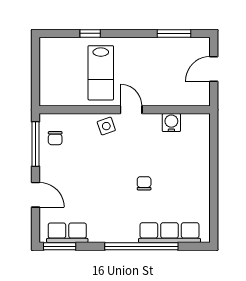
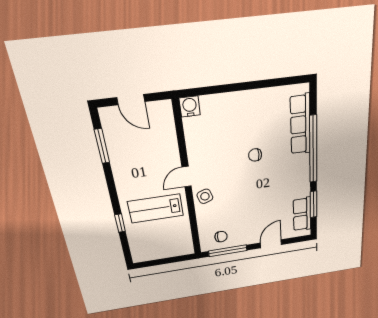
lab bench: (101, 73) -> (156, 208), turned 180
water cooler: (171, 123) -> (190, 106), moved, turned 90
window: (60, 246) -> (313, 204), moved

